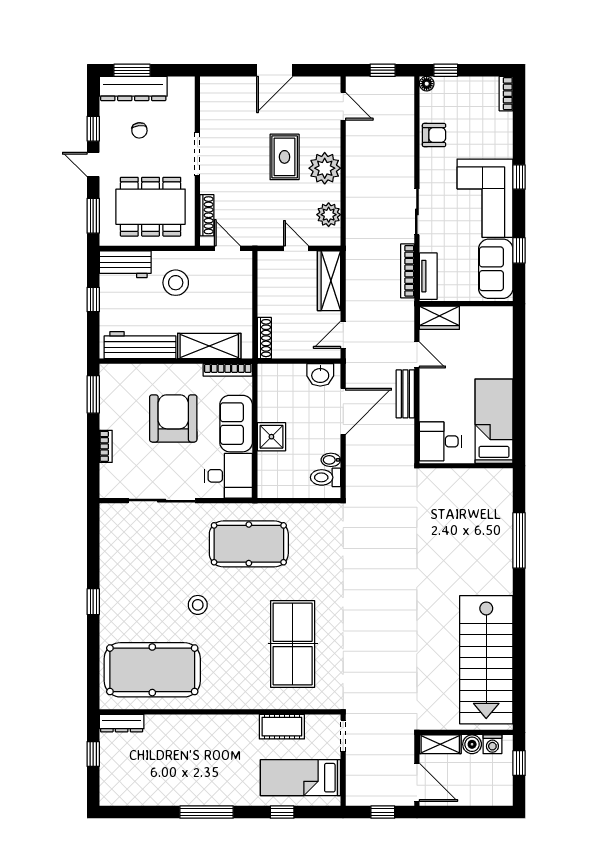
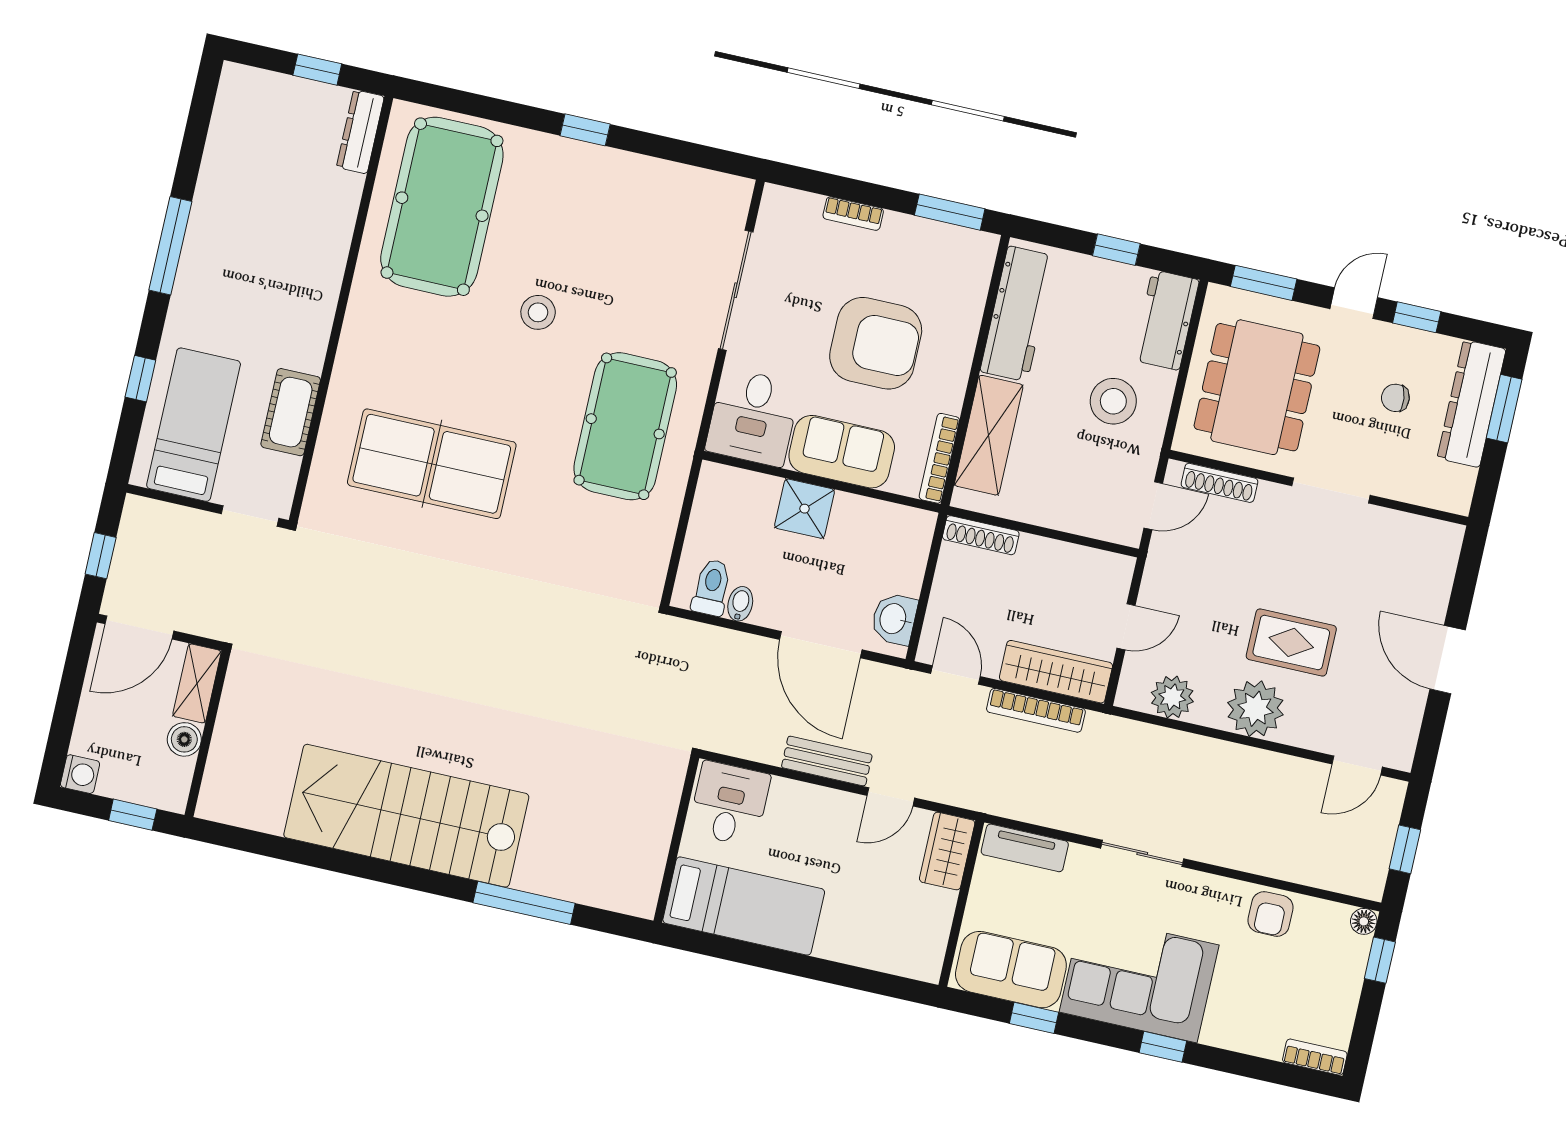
bookcase: (408, 271) -> (1036, 710), moved, turned 180
stairs: (486, 660) -> (406, 816), moved
washing machine: (492, 744) -> (80, 774), moved, turned 180

